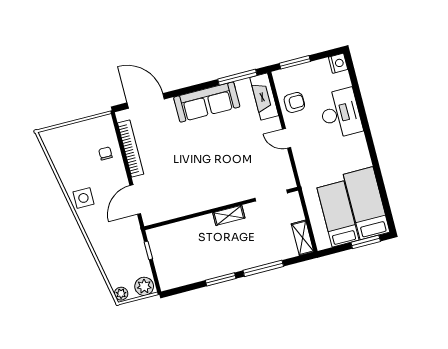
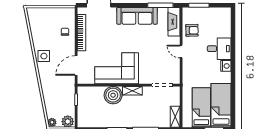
nightstand: (338, 63) -> (226, 66), moved
desk: (340, 113) -> (219, 49), width x0.73
corner sofa: (197, 188) -> (117, 68), added
boiler: (202, 230) -> (113, 95), added

